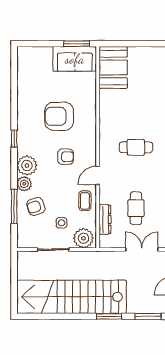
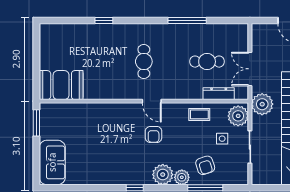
sofa: (75, 59) -> (52, 162), moved
armchair: (59, 116) -> (112, 141), removed
armchair: (66, 157) -> (154, 134), turned 180
door: (98, 175) -> (152, 101), moved
double door: (142, 250) -> (250, 69), moved
plant: (95, 261) -> (262, 104), added

